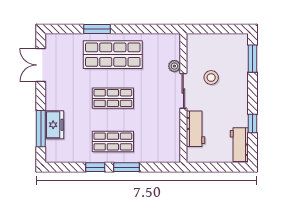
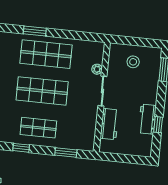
stool: (211, 78) -> (133, 62), moved
shop shelf: (113, 98) -> (42, 91), width x1.43, depth x1.36
workbench: (239, 145) -> (147, 119), moved
window: (126, 167) -> (66, 152), moved

